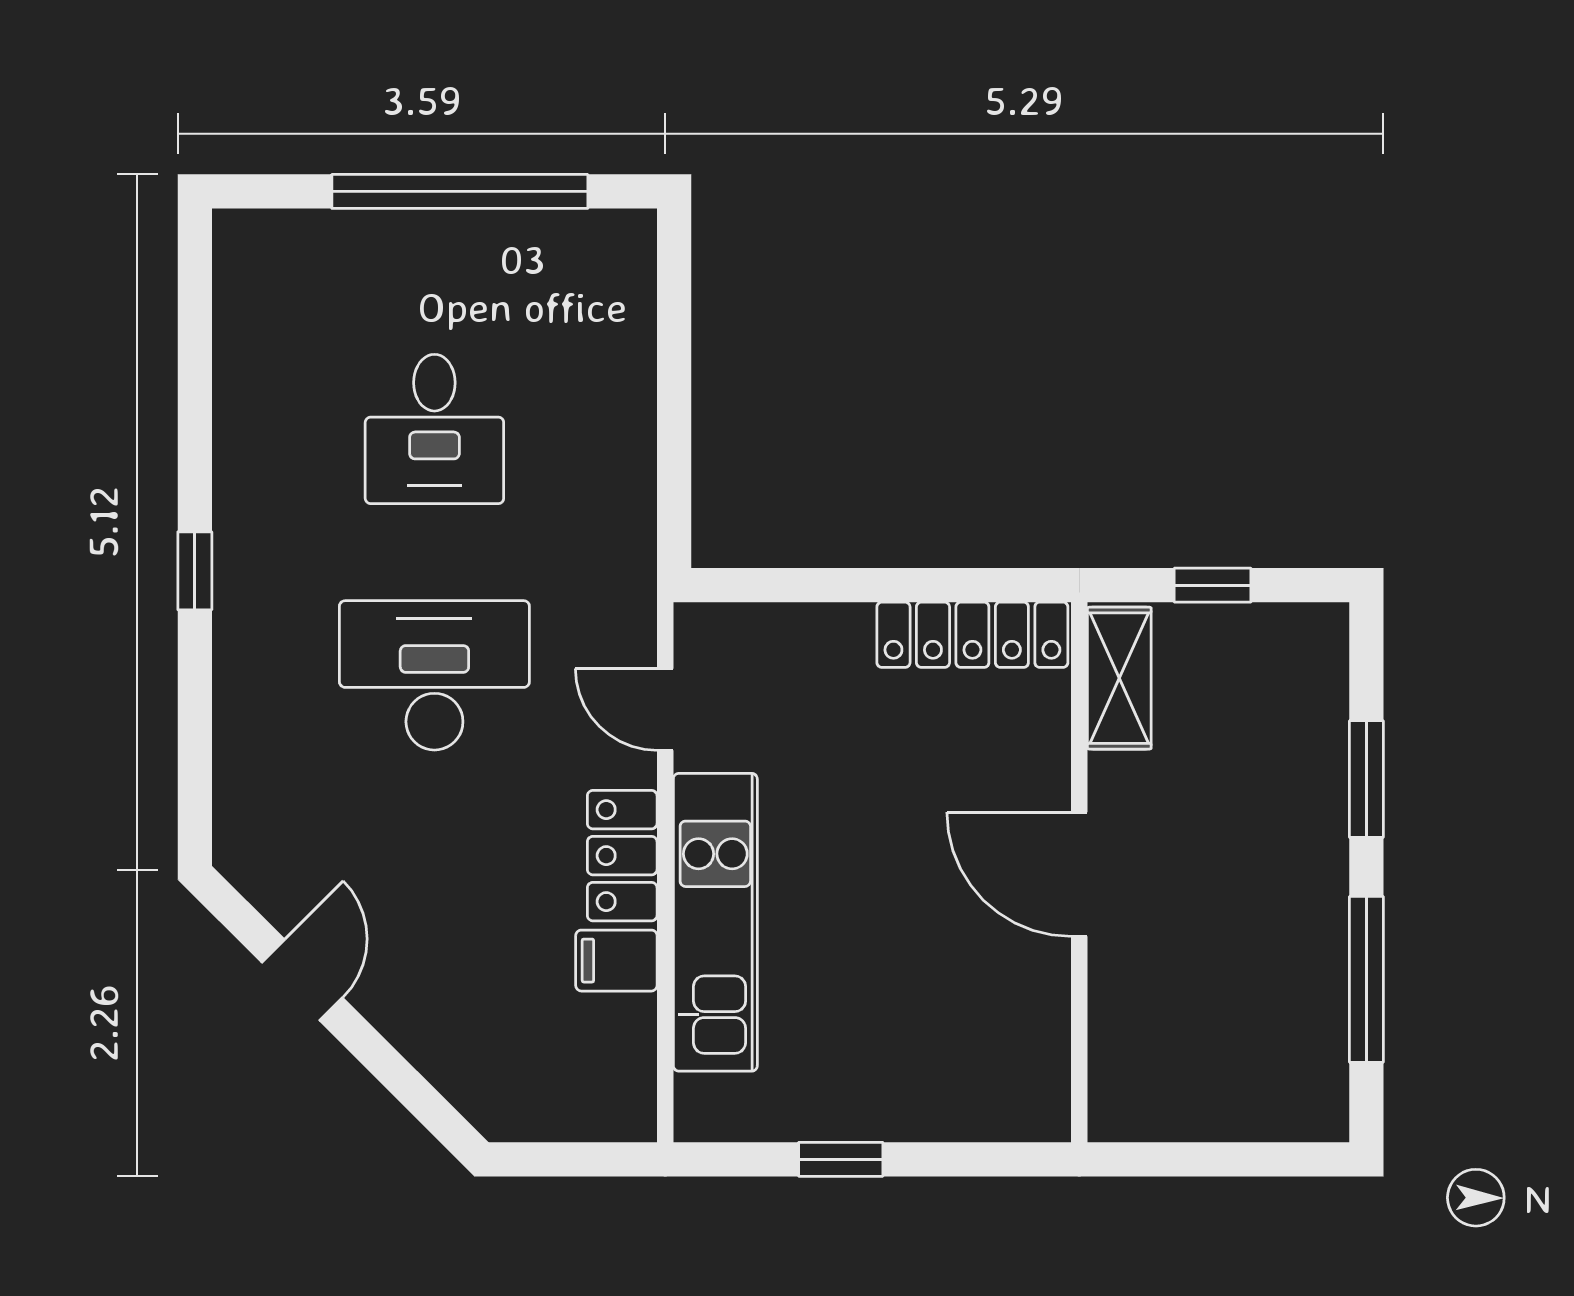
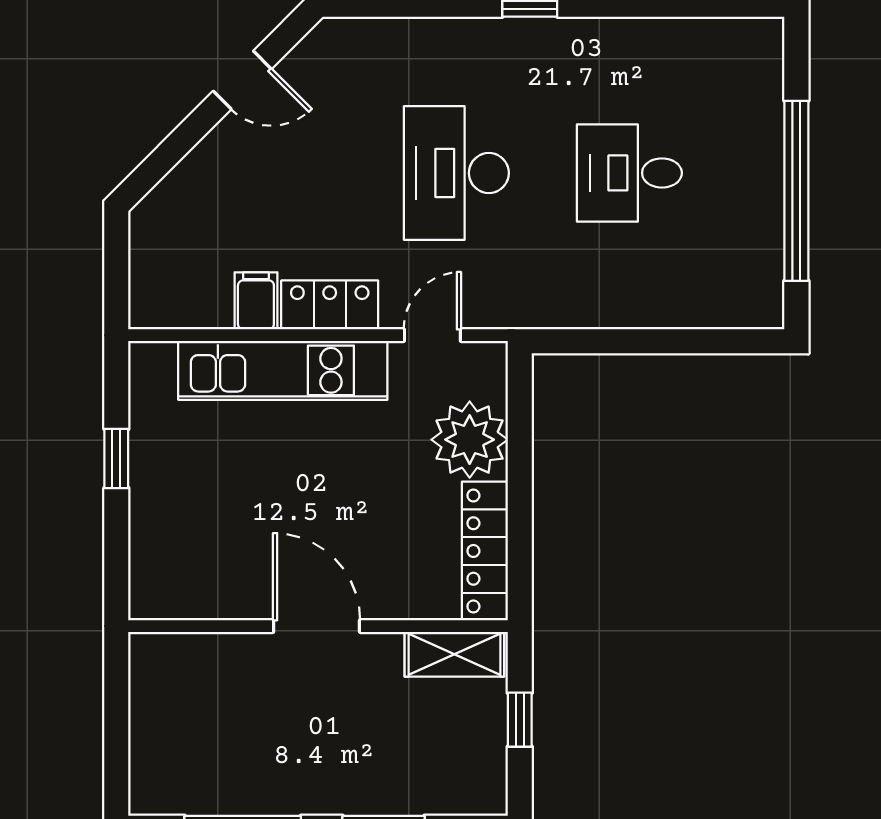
plant: (814, 657) -> (470, 440), added
desk: (434, 675) -> (456, 173), turned 180
door: (1079, 874) -> (317, 626), hinge flipped

